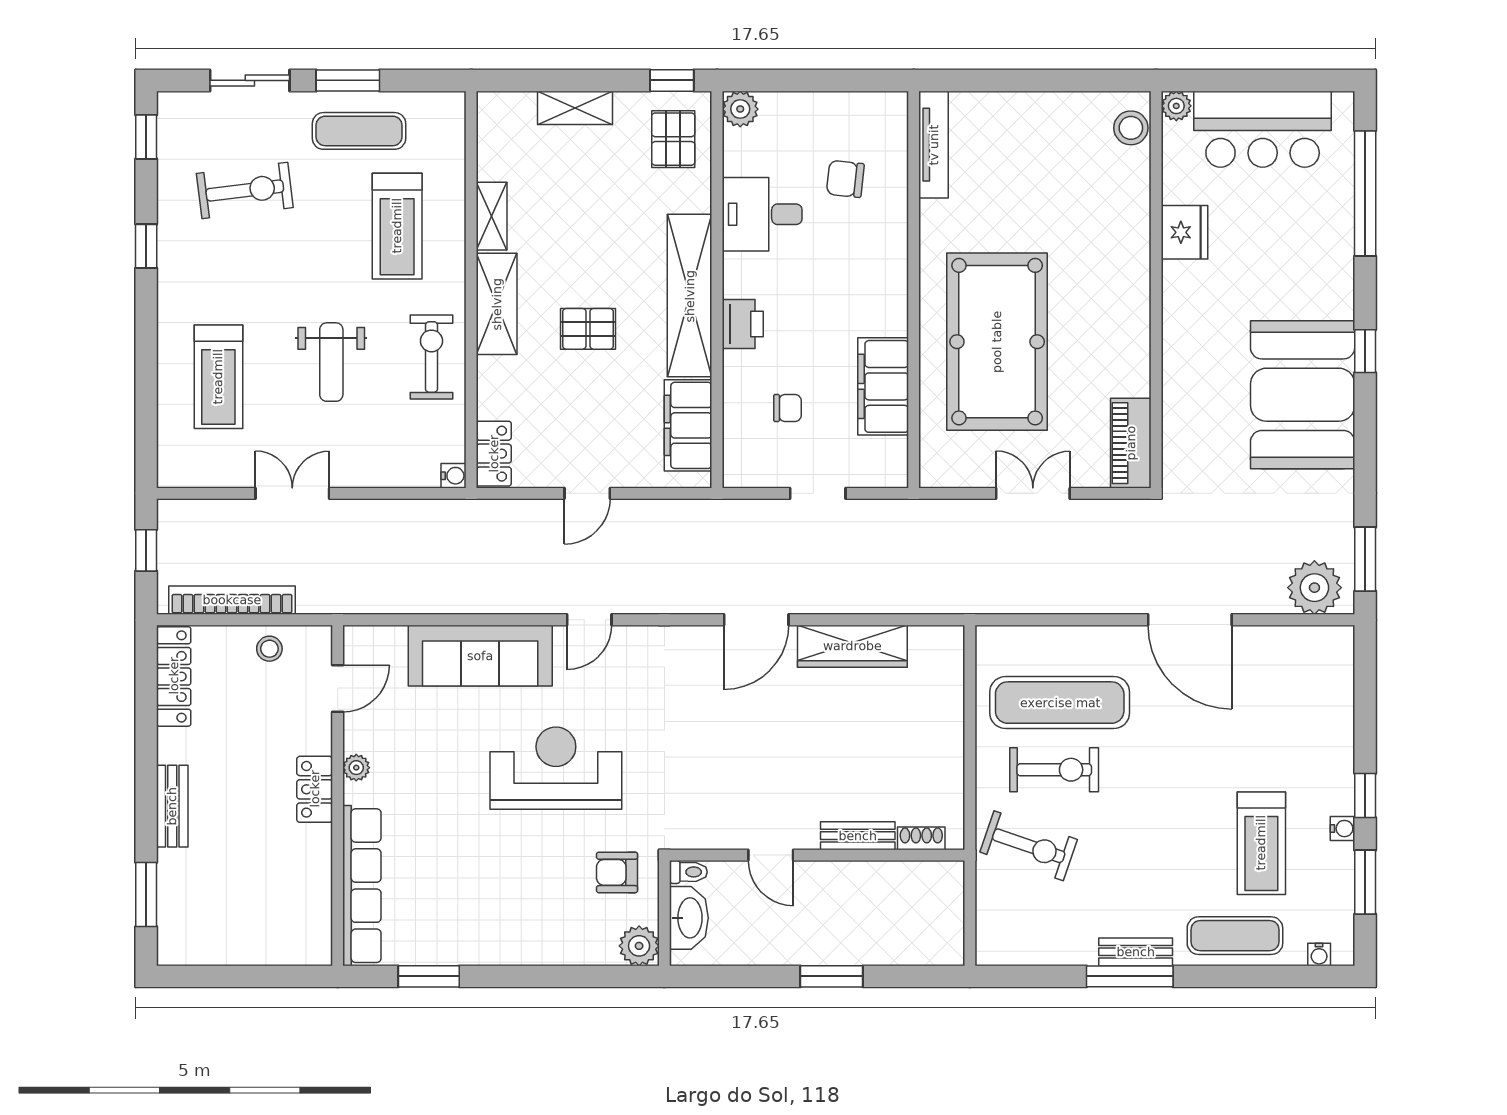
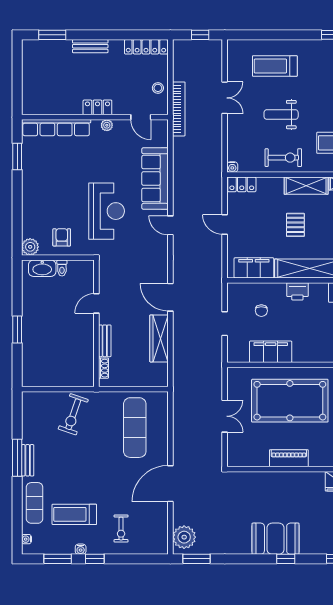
booth: (1303, 395) -> (276, 539), width x0.73, depth x0.70
piano: (1131, 443) -> (289, 458), moved
bookcase: (232, 600) -> (179, 109), moved
exercise bike: (1054, 770) -> (121, 529), moved, width x0.73, depth x0.72
bench: (858, 836) -> (105, 341), moved
shoe rack: (921, 838) -> (104, 368), moved
door: (771, 855) -> (96, 303), moved
wall: (817, 855) -> (96, 323), moved

